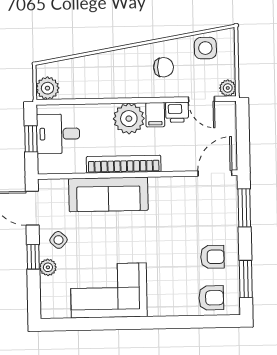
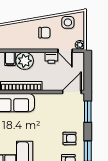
filing cabinet: (155, 115) -> (10, 59), moved

